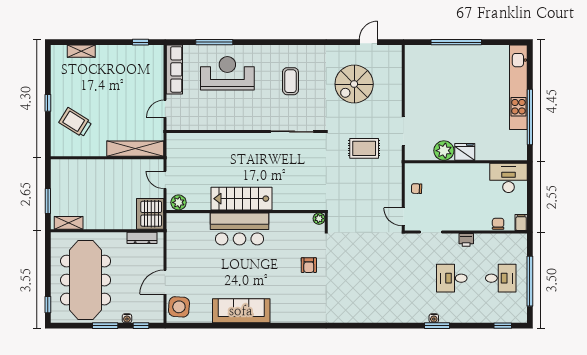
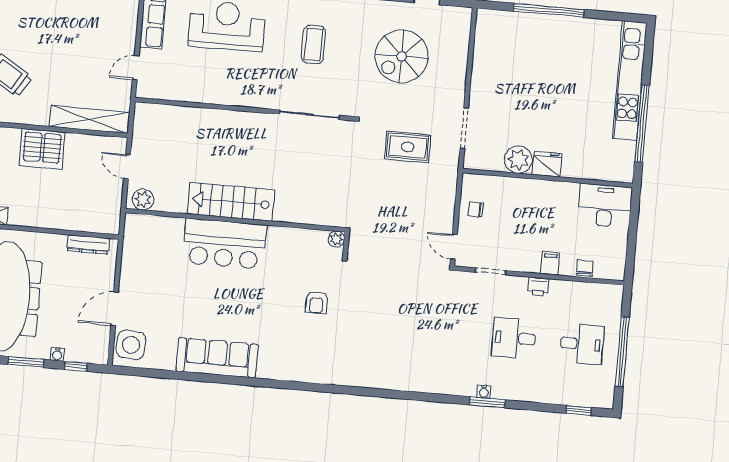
server rack: (150, 214) -> (42, 149), moved, turned -90
filing cabinet: (521, 223) -> (550, 263), moved

